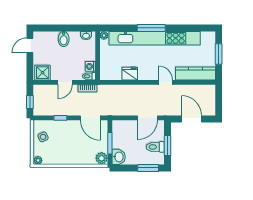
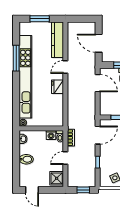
window: (151, 28) -> (16, 58), moved
fridge: (130, 74) -> (58, 87), moved
door: (65, 82) -> (65, 158), swing flipped
door: (192, 119) -> (99, 43), hinge flipped

